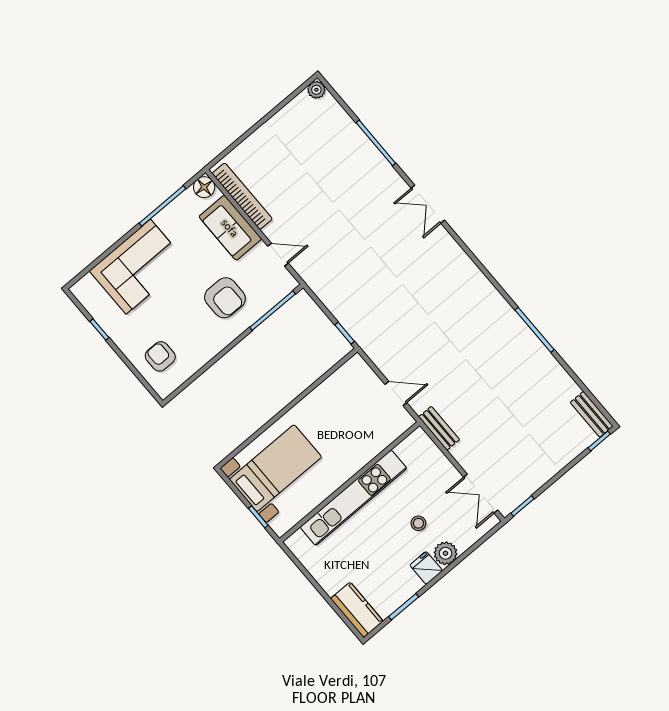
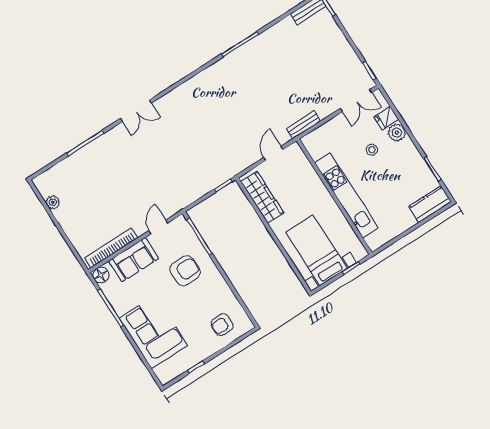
plant: (316, 90) -> (53, 202), moved
wardrobe: (336, 387) -> (262, 197), added
fridge: (426, 568) -> (386, 118), moved

